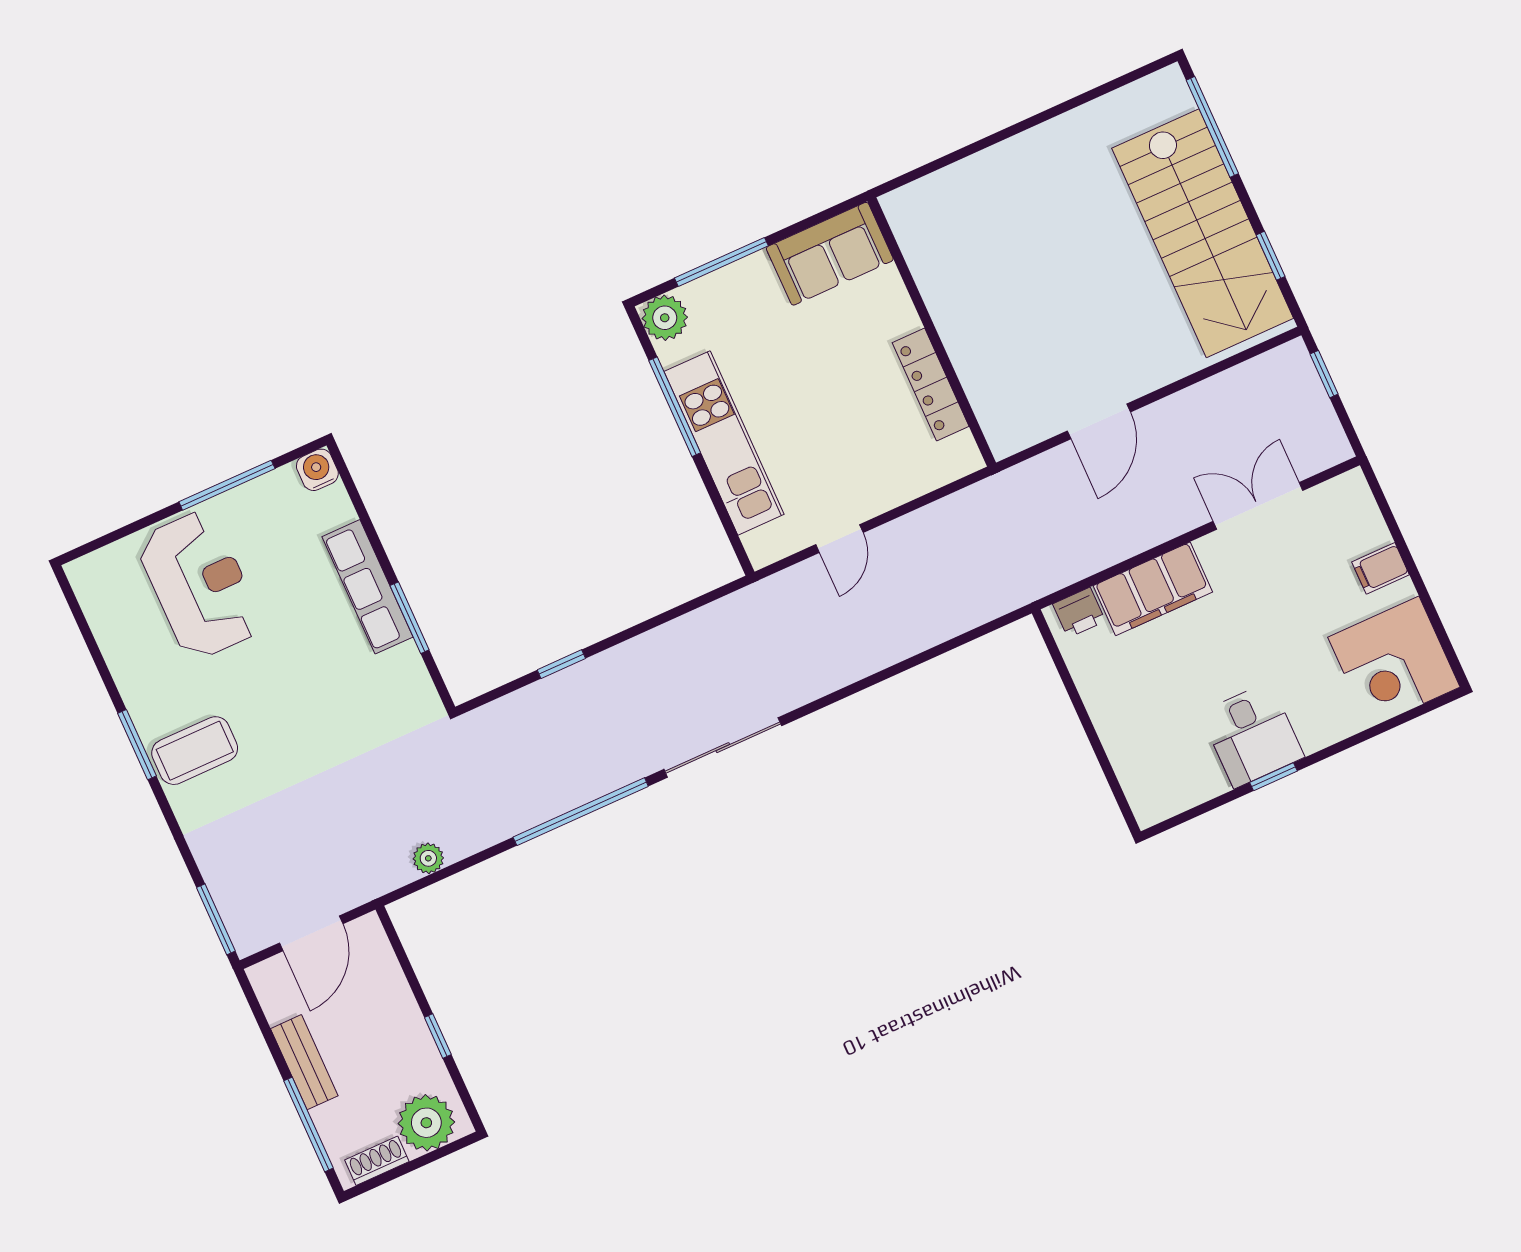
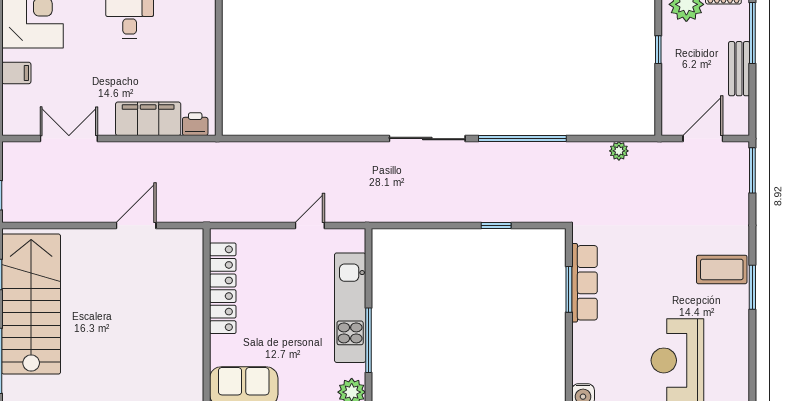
locker: (931, 384) -> (223, 288), width x1.41, depth x1.21
double door: (1258, 506) -> (69, 139), swing flipped
row of seats: (367, 587) -> (584, 283), moved

